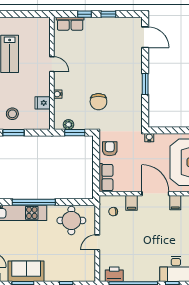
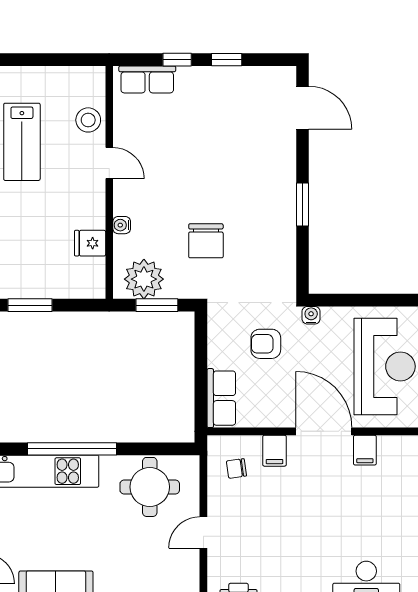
stool: (12, 114) -> (88, 120), moved
plant: (69, 125) -> (144, 279), width x1.87, depth x1.87
armchair: (110, 149) -> (266, 344), moved, turned -90

